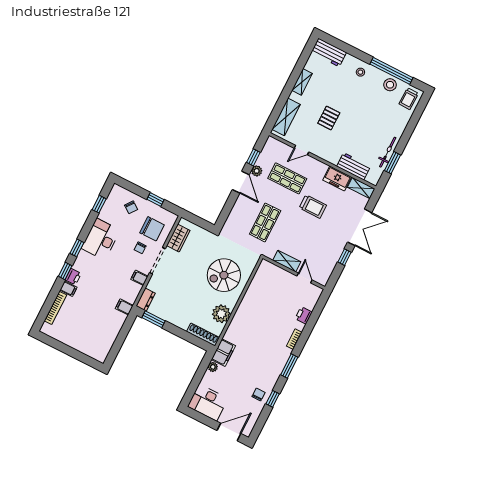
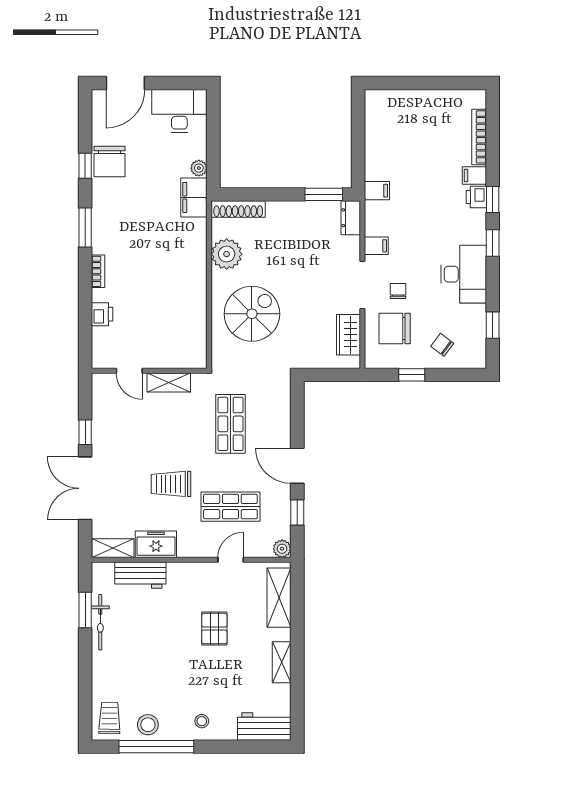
plant: (257, 171) -> (282, 549), moved
chair: (259, 395) -> (110, 161), width x1.87, depth x1.87

